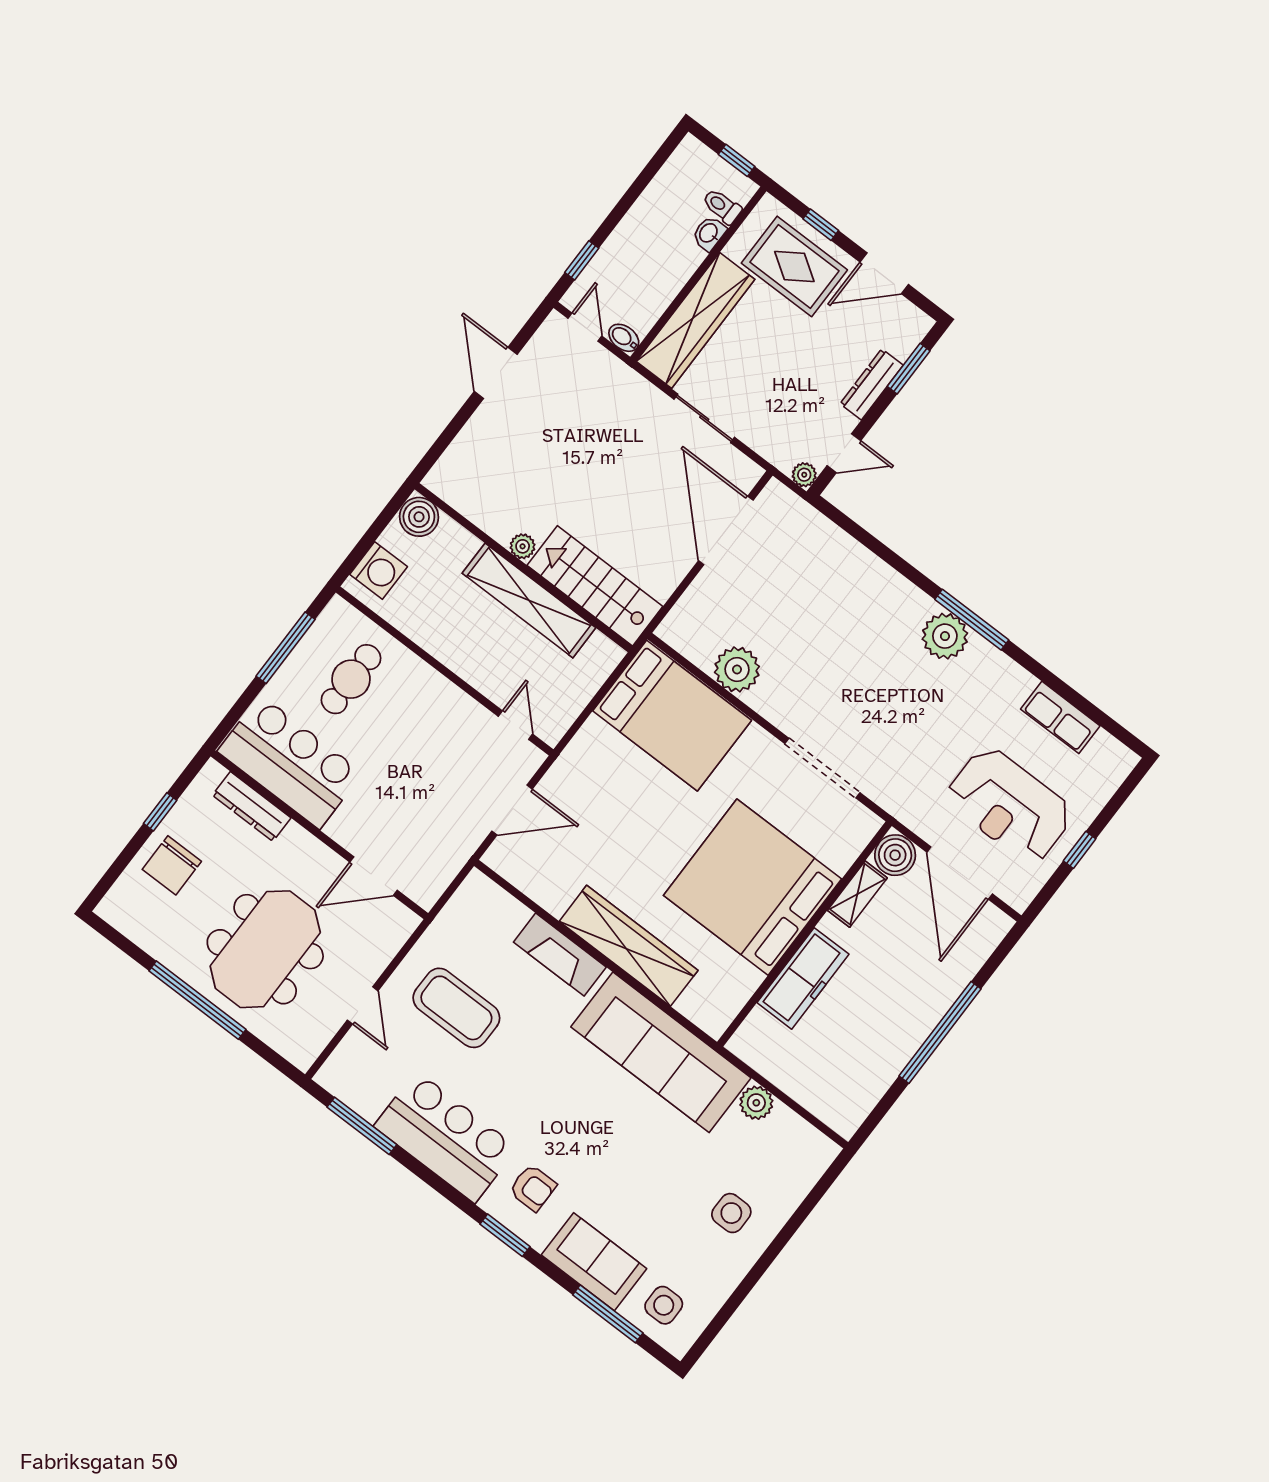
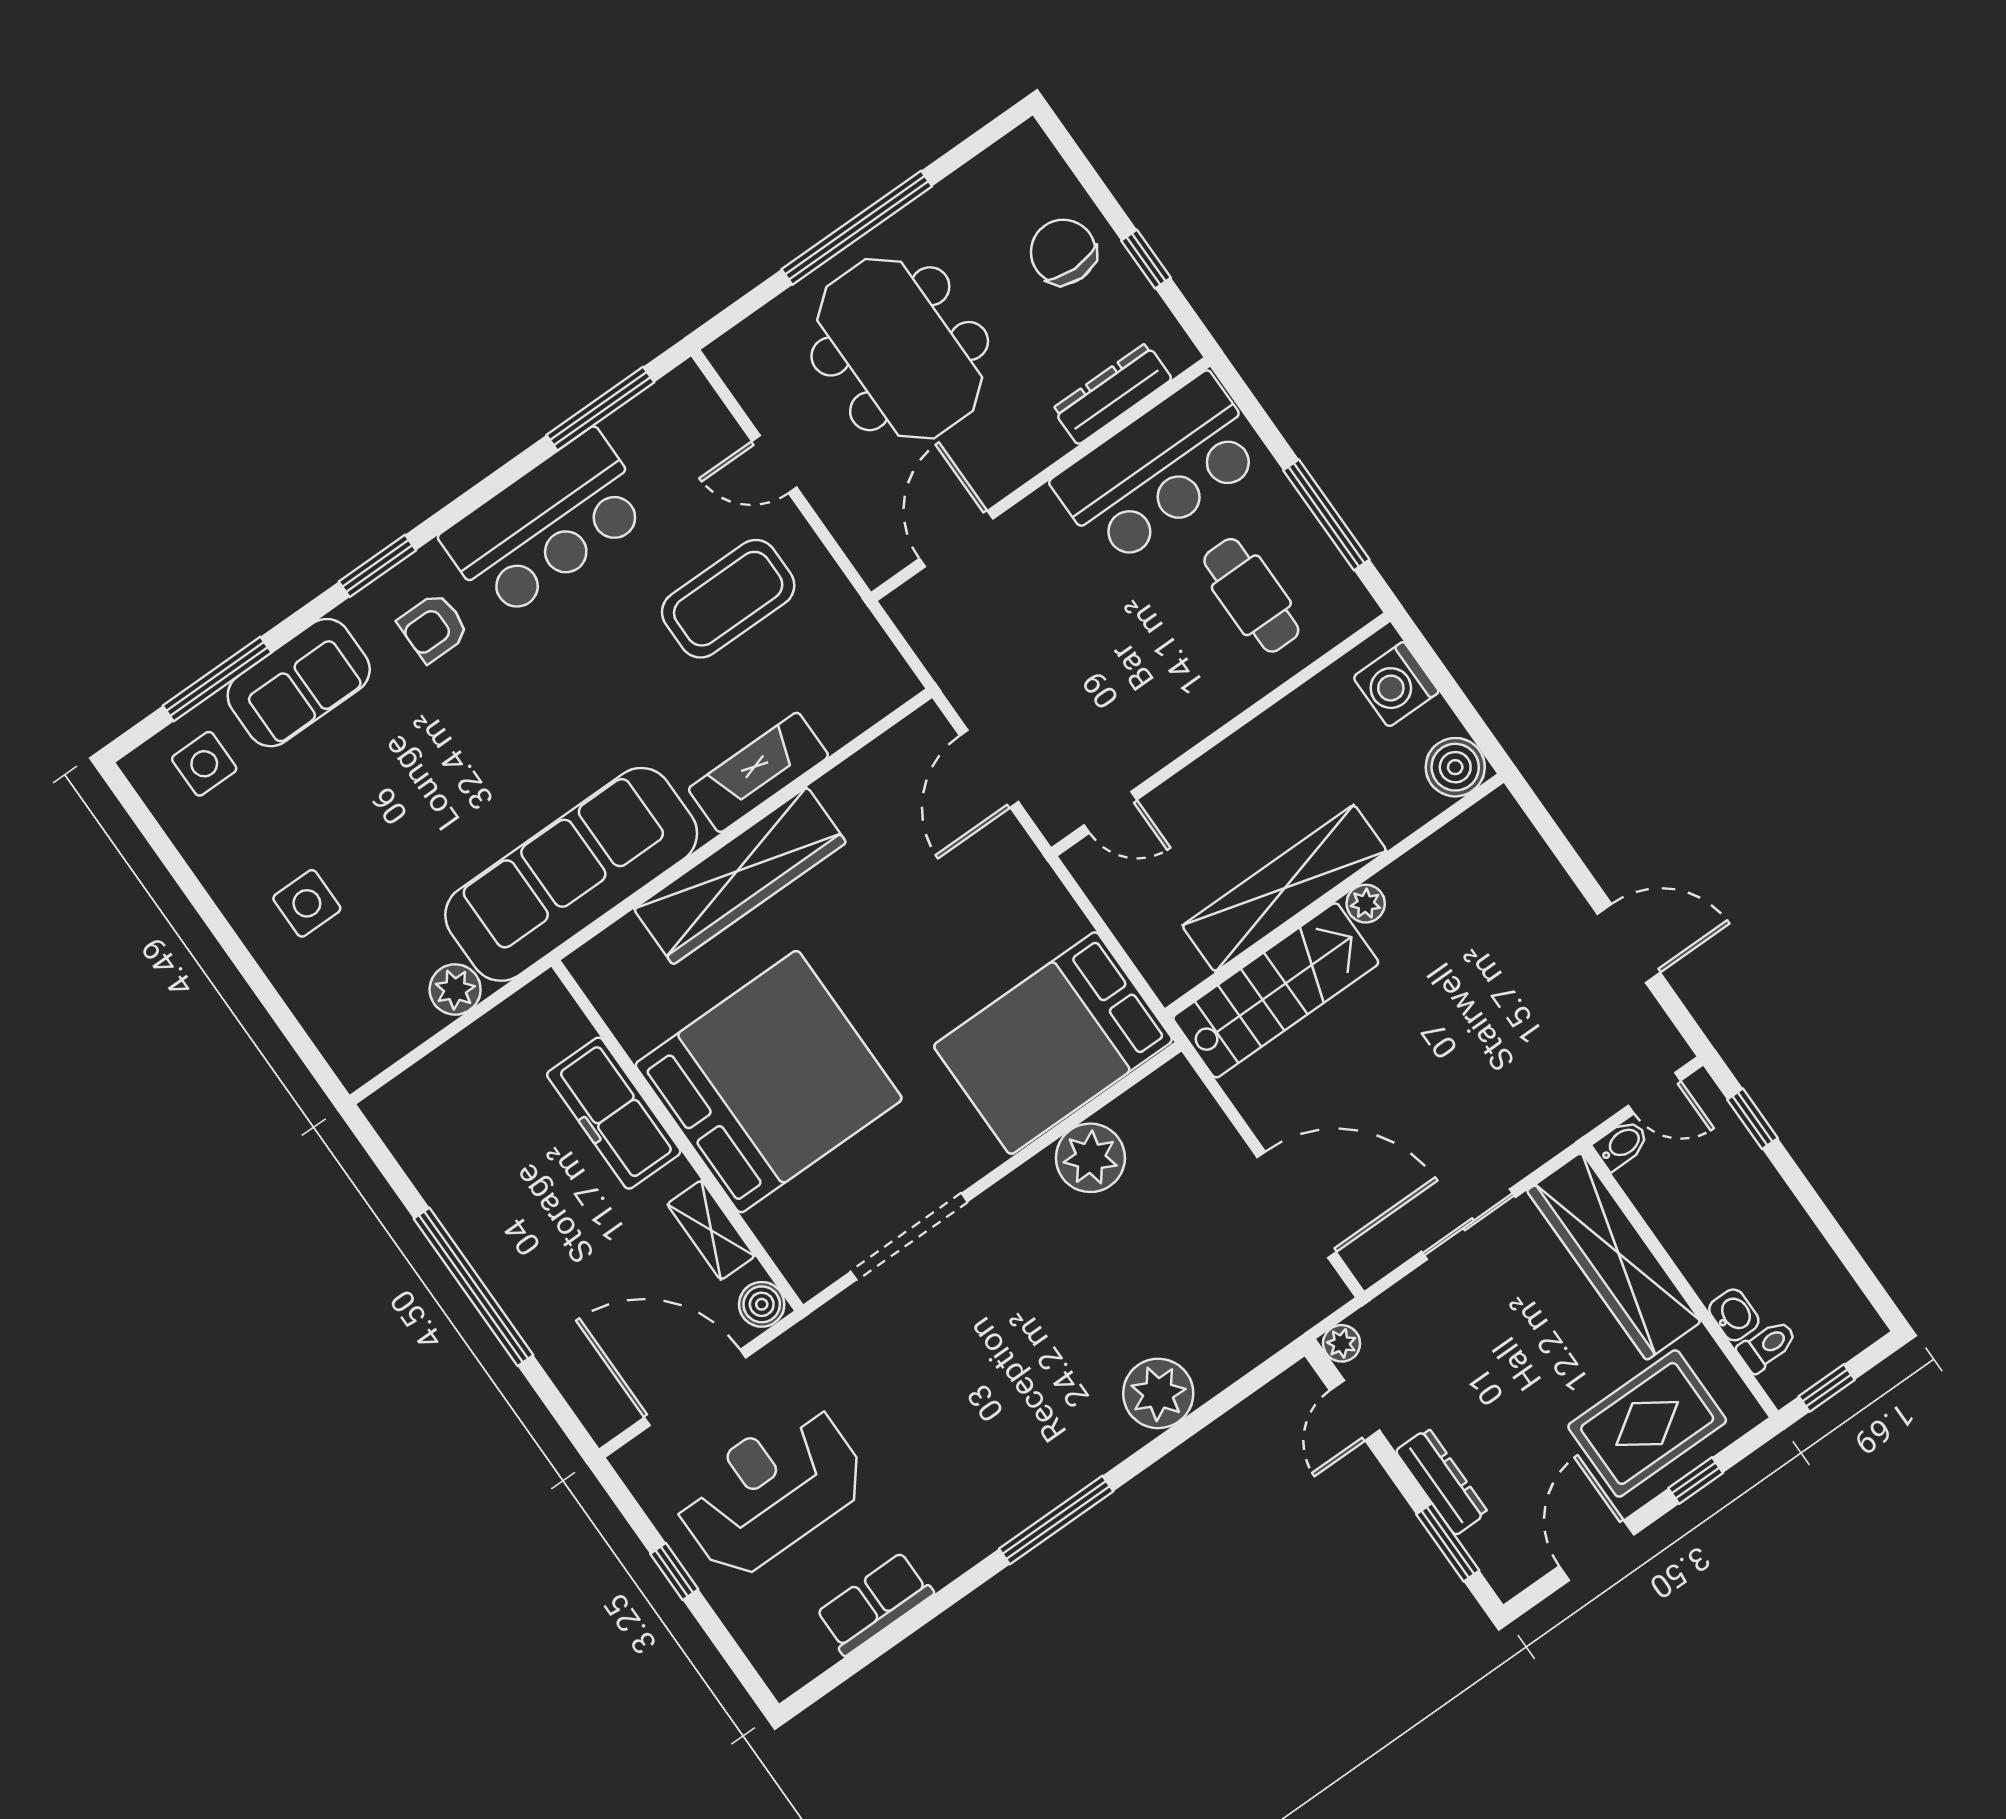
plant: (945, 636) -> (1158, 1393), moved
boiler: (895, 855) -> (762, 1304), width x0.73, depth x0.73

